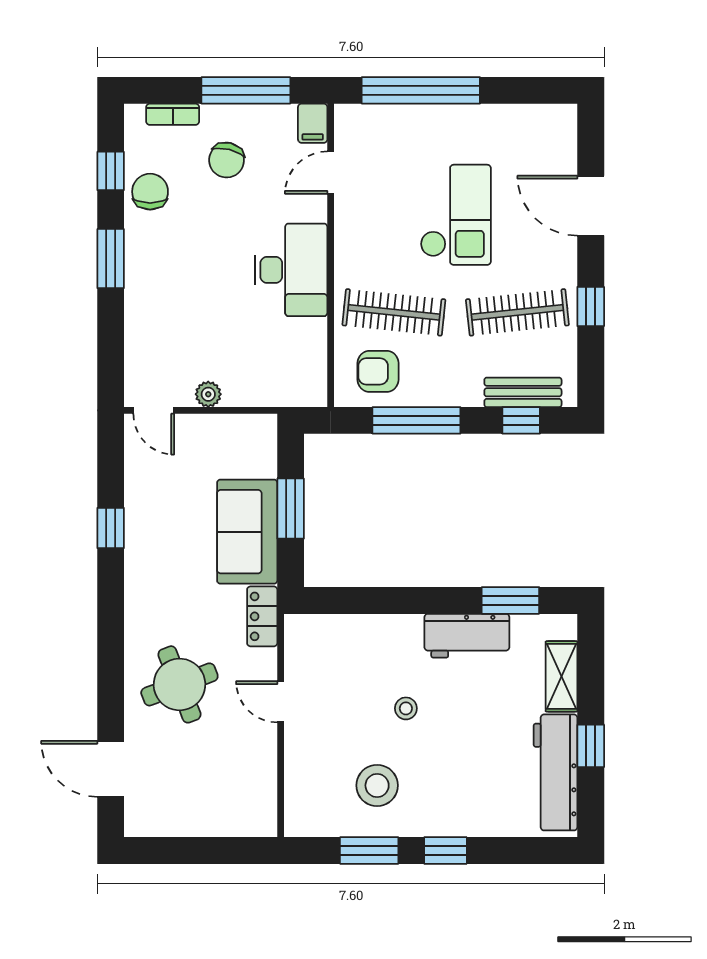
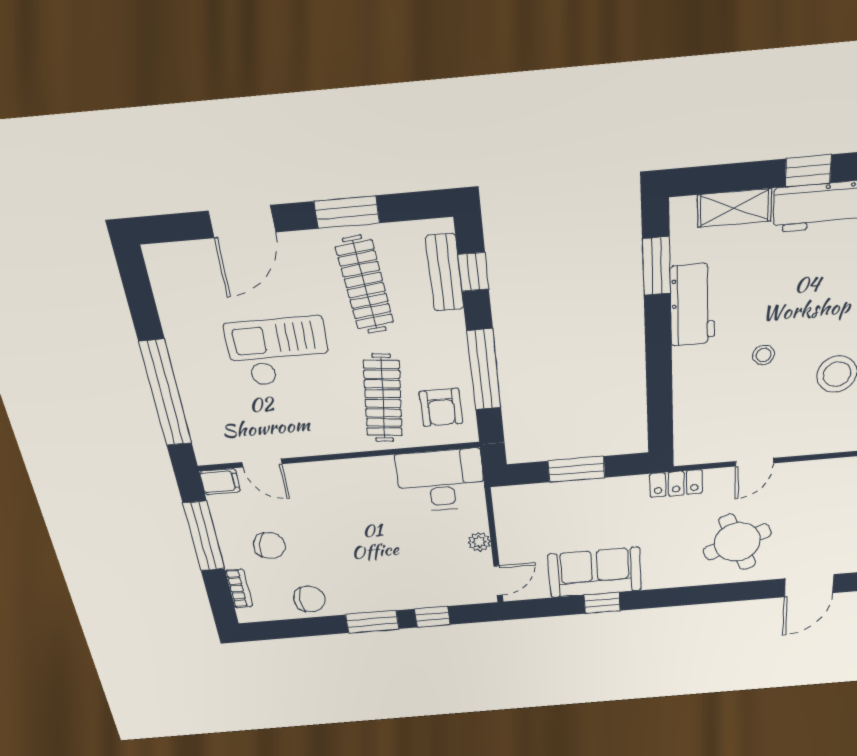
window: (111, 171) -> (432, 617), moved
chair: (150, 192) -> (309, 599), turned 180
desk: (291, 270) -> (441, 480), moved
window: (591, 306) -> (347, 212), width x1.50
sofa: (247, 532) -> (595, 572), moved, turned 180

